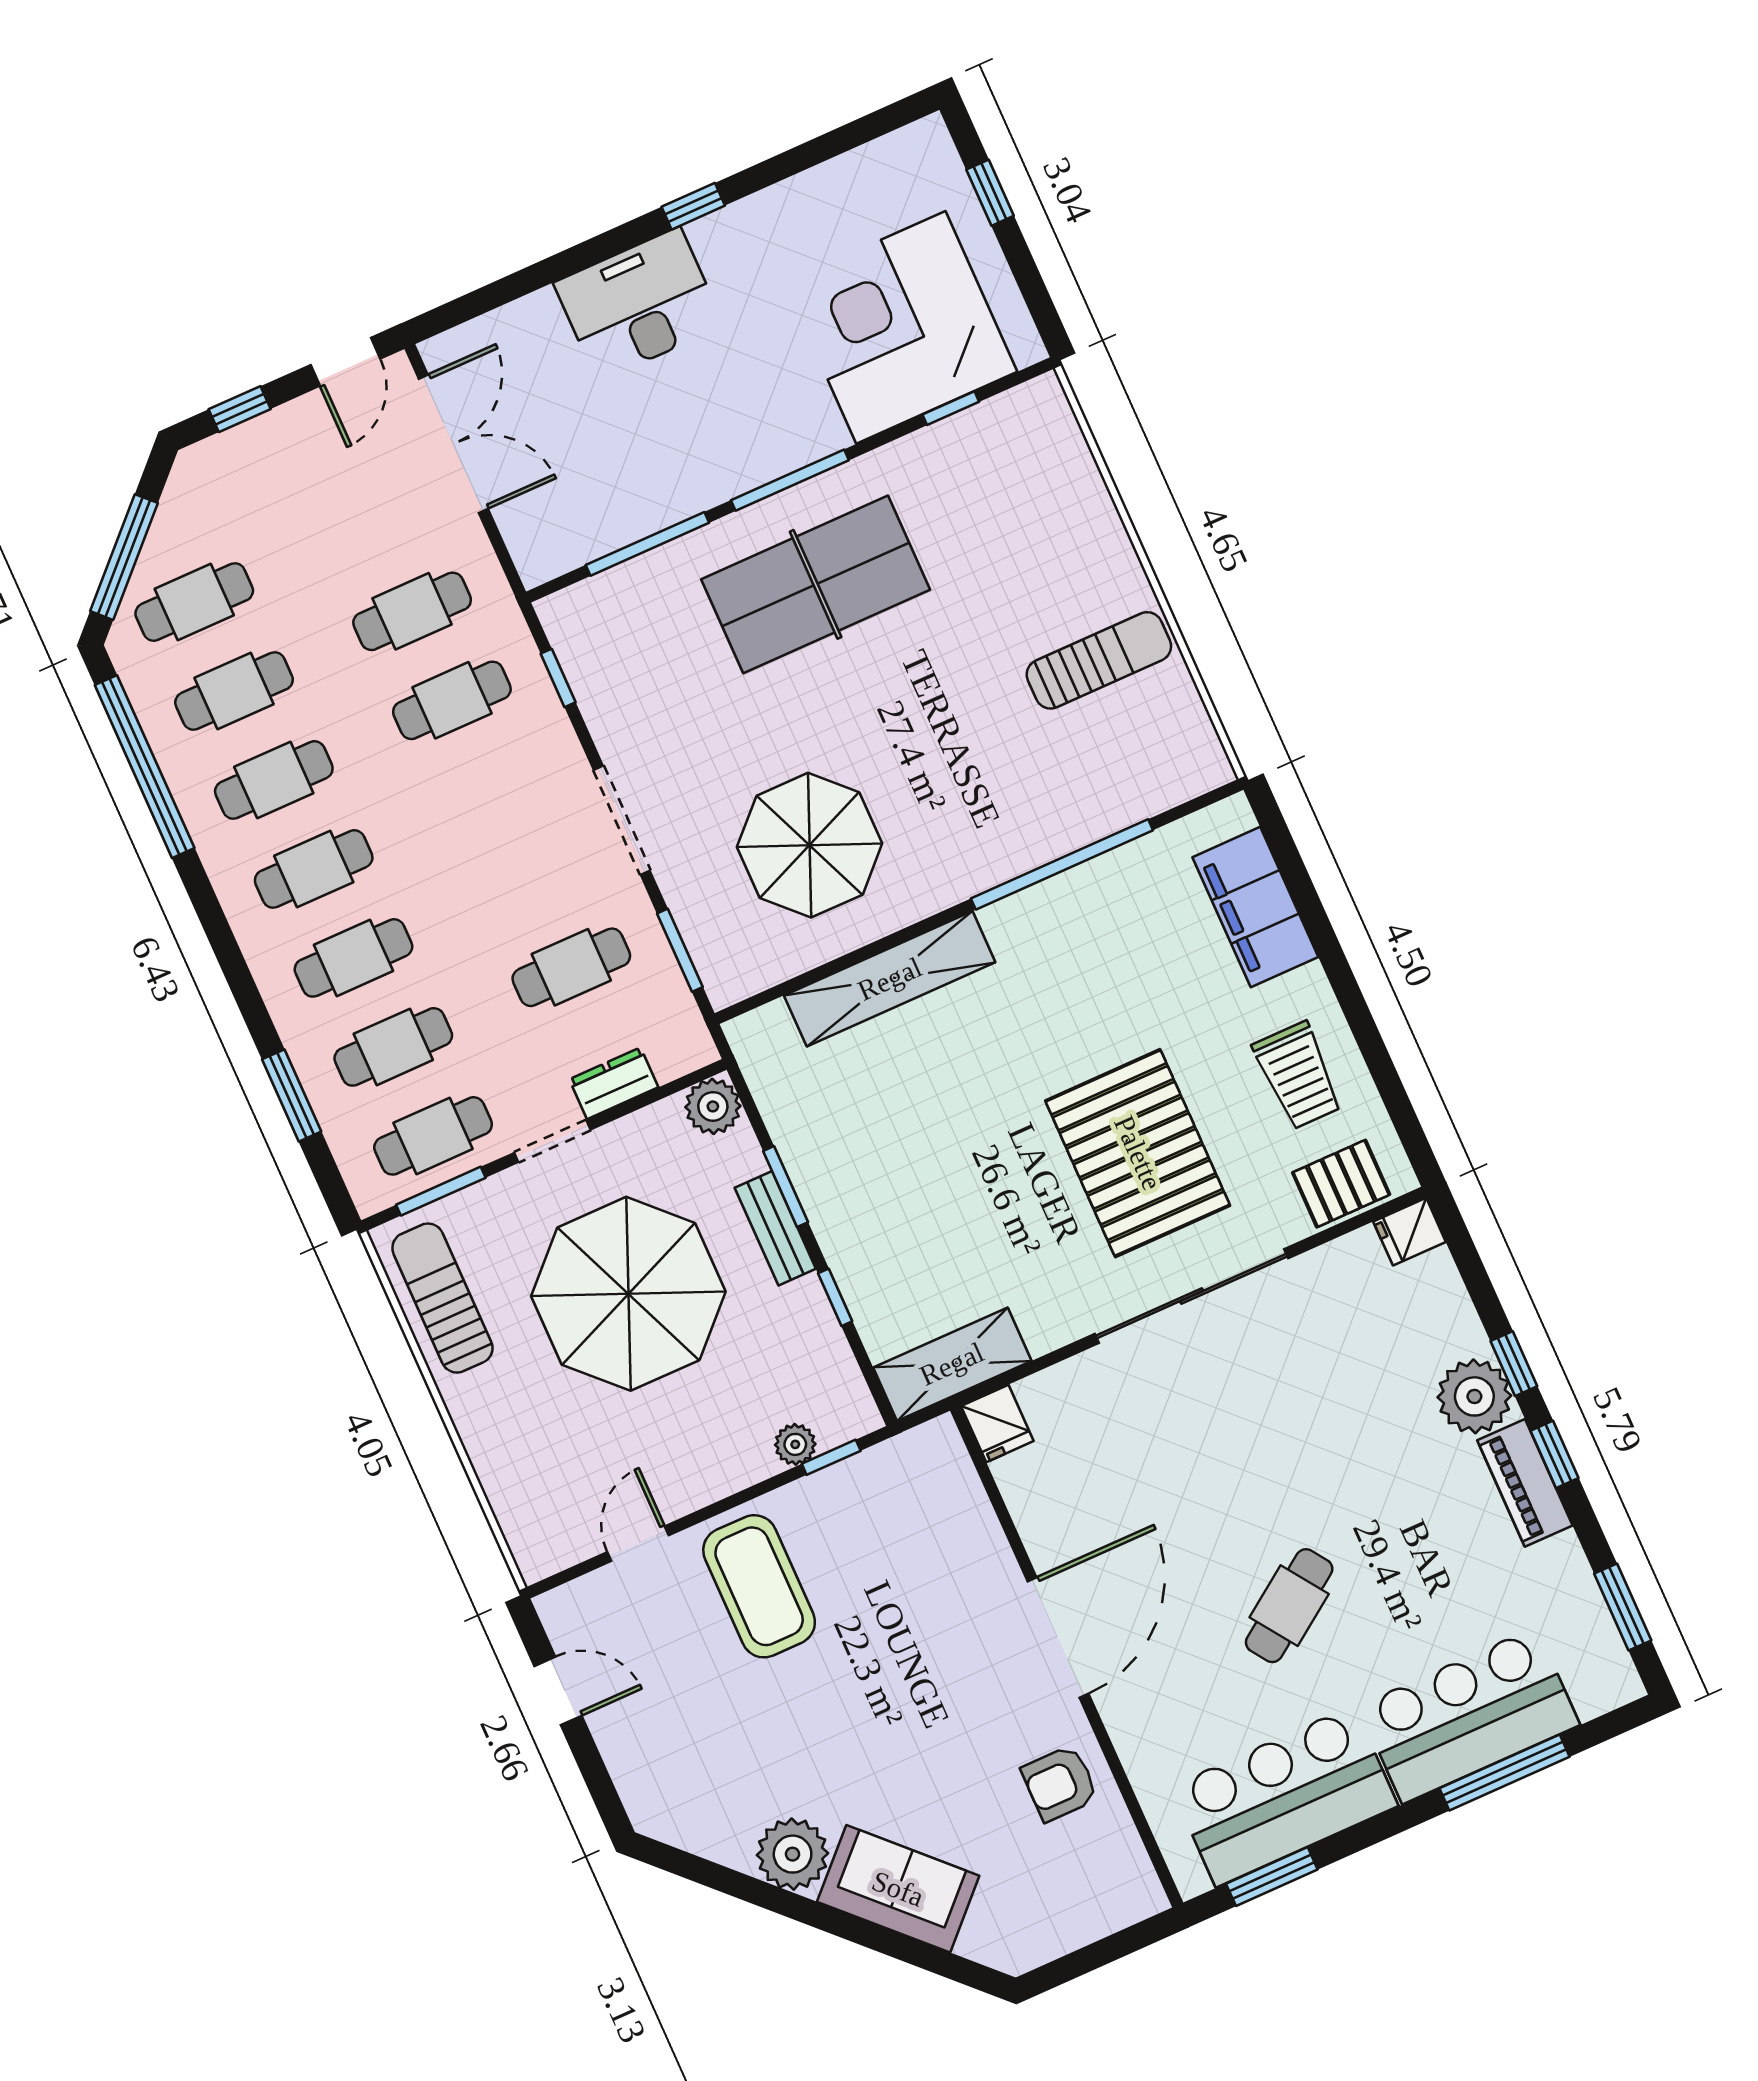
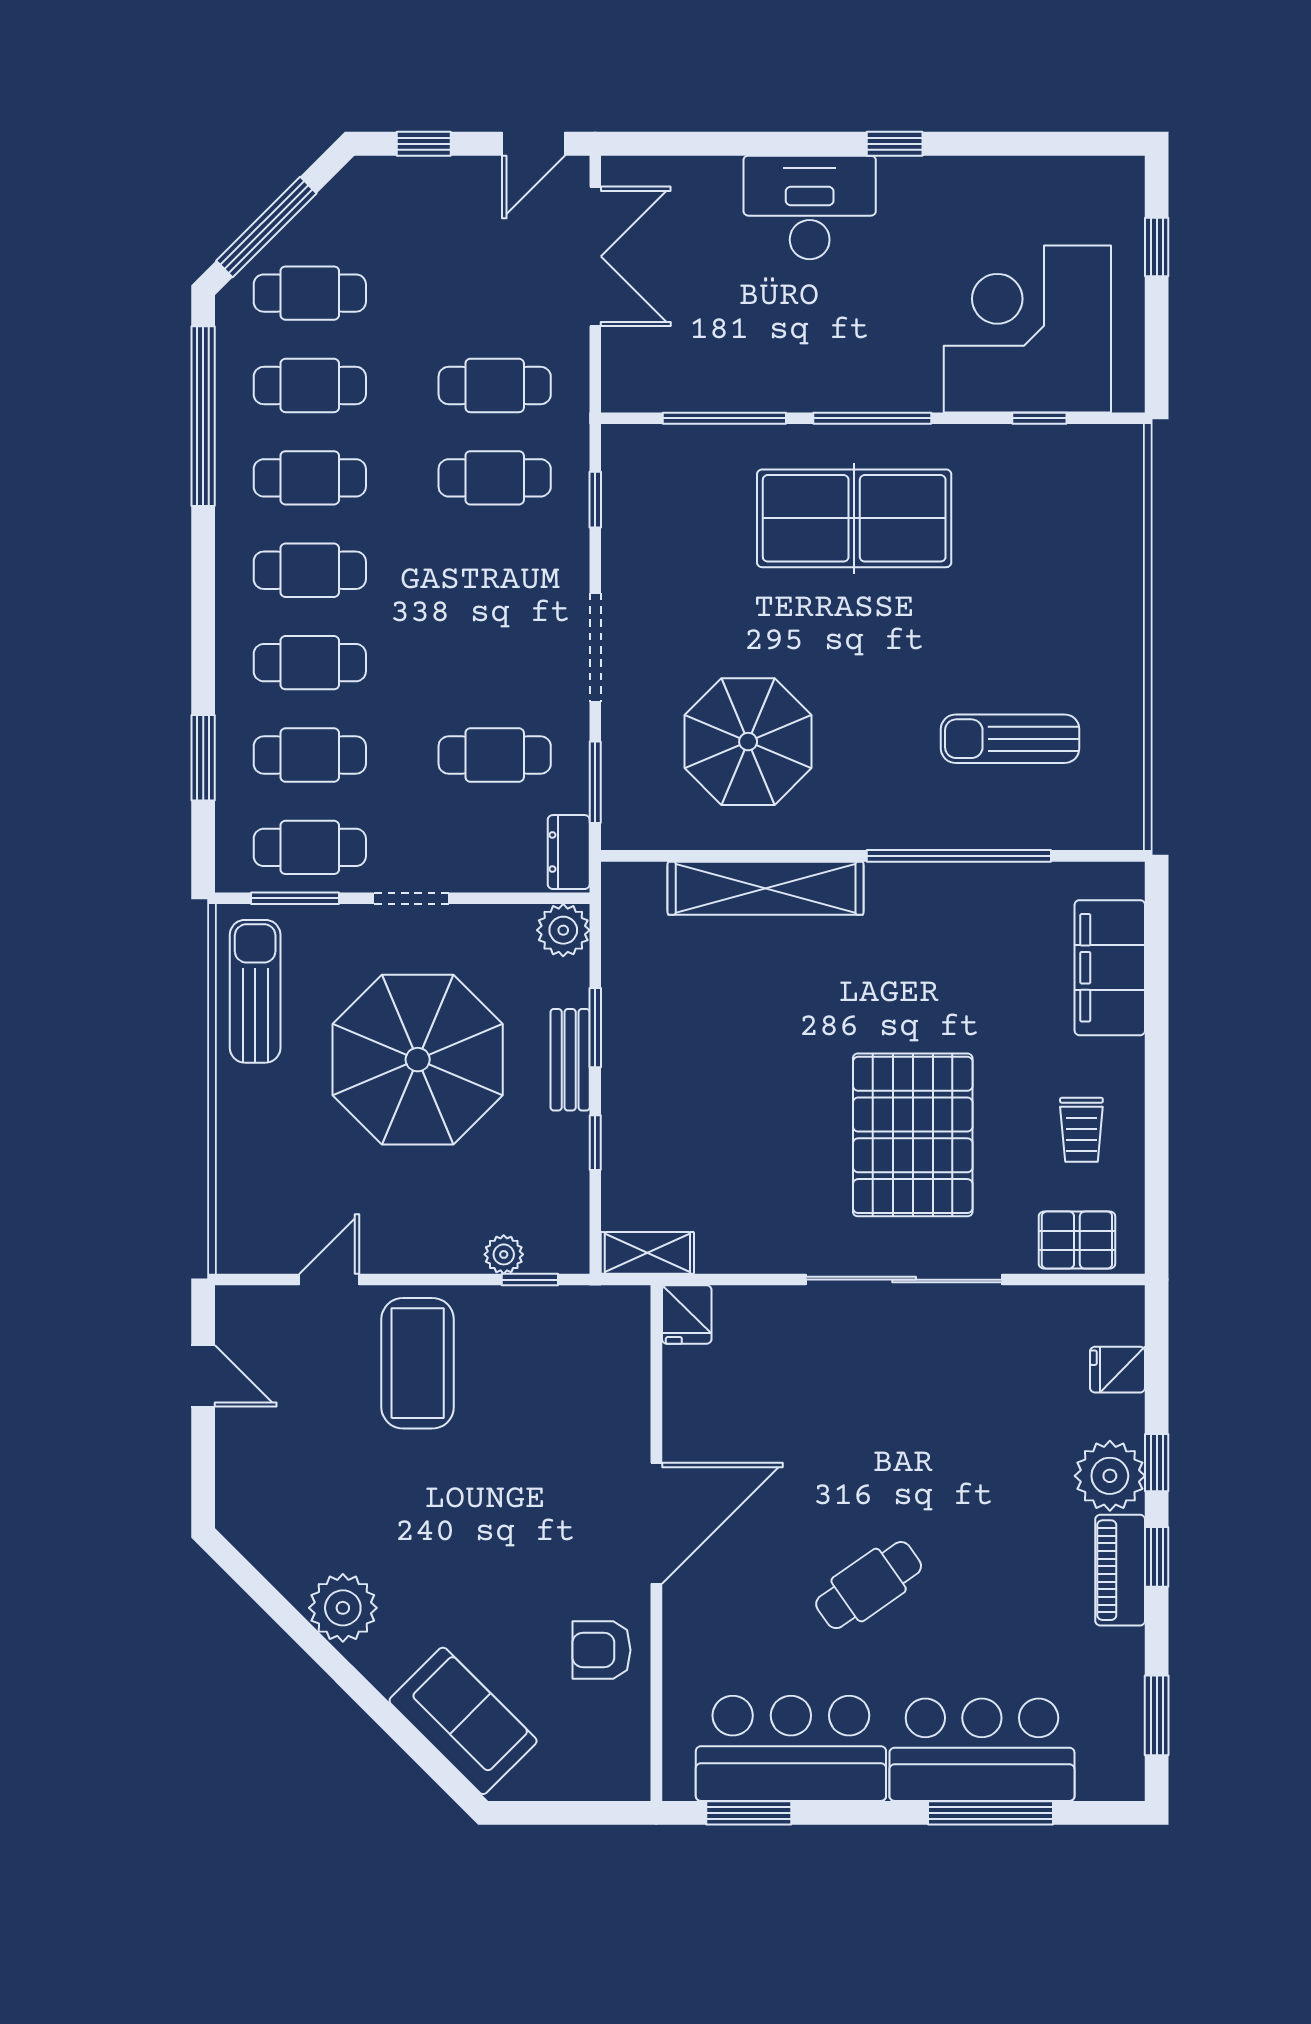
sun lounger: (1099, 660) -> (1010, 739), moved, turned 180
trolley: (1298, 1075) -> (1081, 1130), width x0.73, depth x0.72
dresser: (614, 1083) -> (569, 852), moved, turned -90
fridge: (1410, 1232) -> (1118, 1370), moved
shelving: (952, 1364) -> (647, 1253), width x0.67, depth x0.75
sofa: (898, 1889) -> (463, 1721), moved

